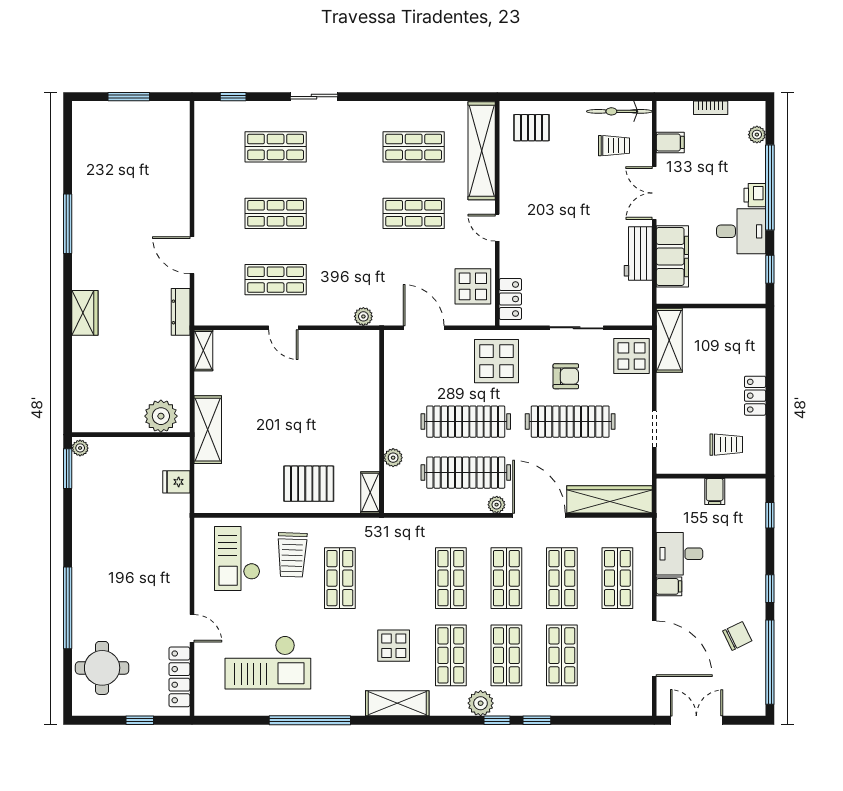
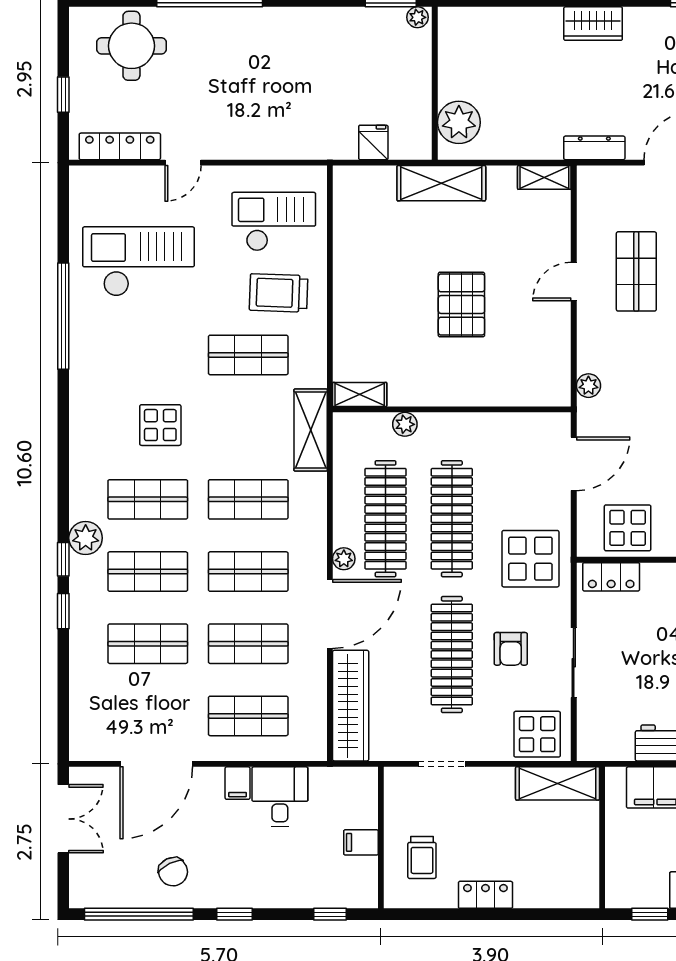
pallet: (309, 484) -> (461, 305), moved
checkout: (268, 663) -> (138, 261), turned 90
shelving: (397, 703) -> (311, 430), moved

